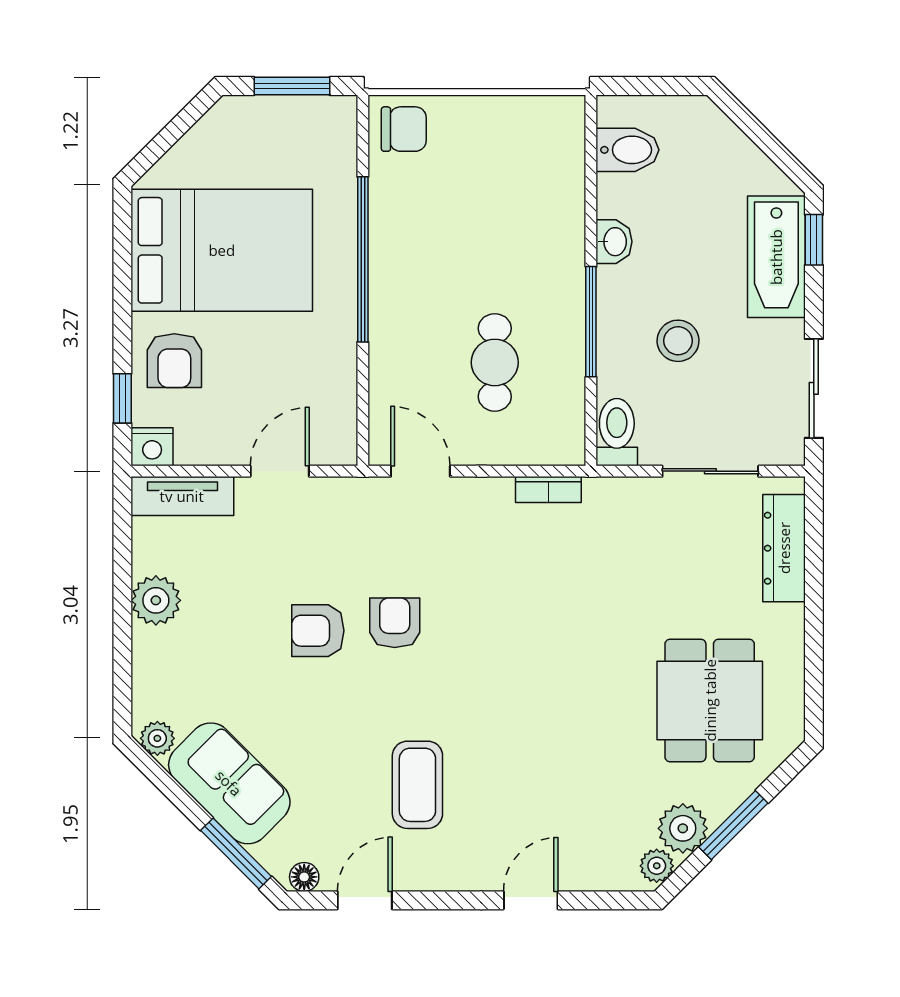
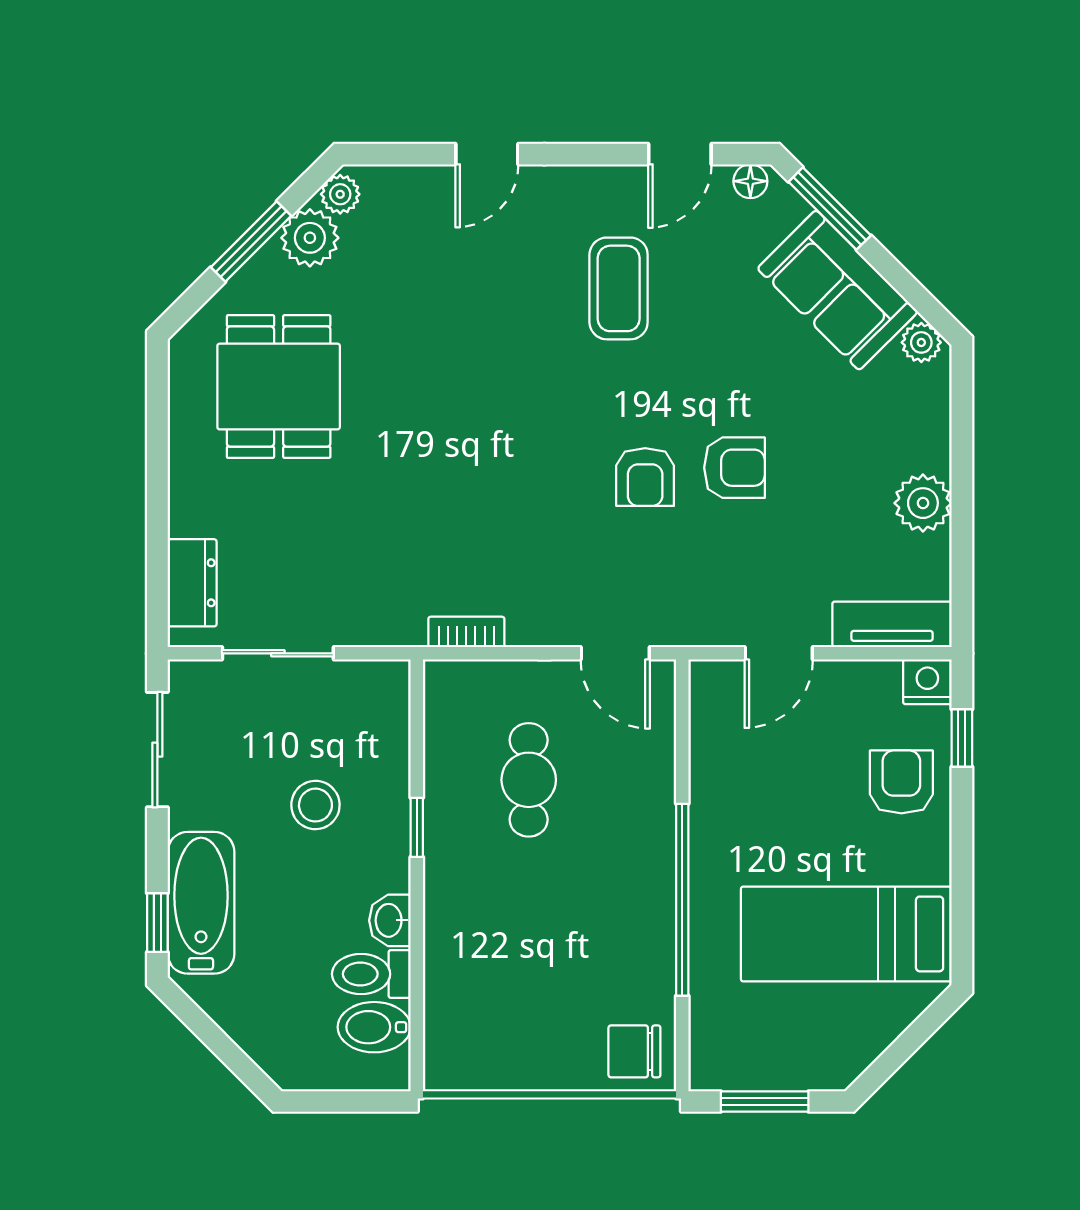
bed: (222, 250) -> (846, 934), width x0.67
window: (591, 322) -> (417, 827), width x0.46
toilet: (617, 432) -> (371, 974), moved, turned 90
dresser: (784, 548) -> (192, 583), width x0.70

